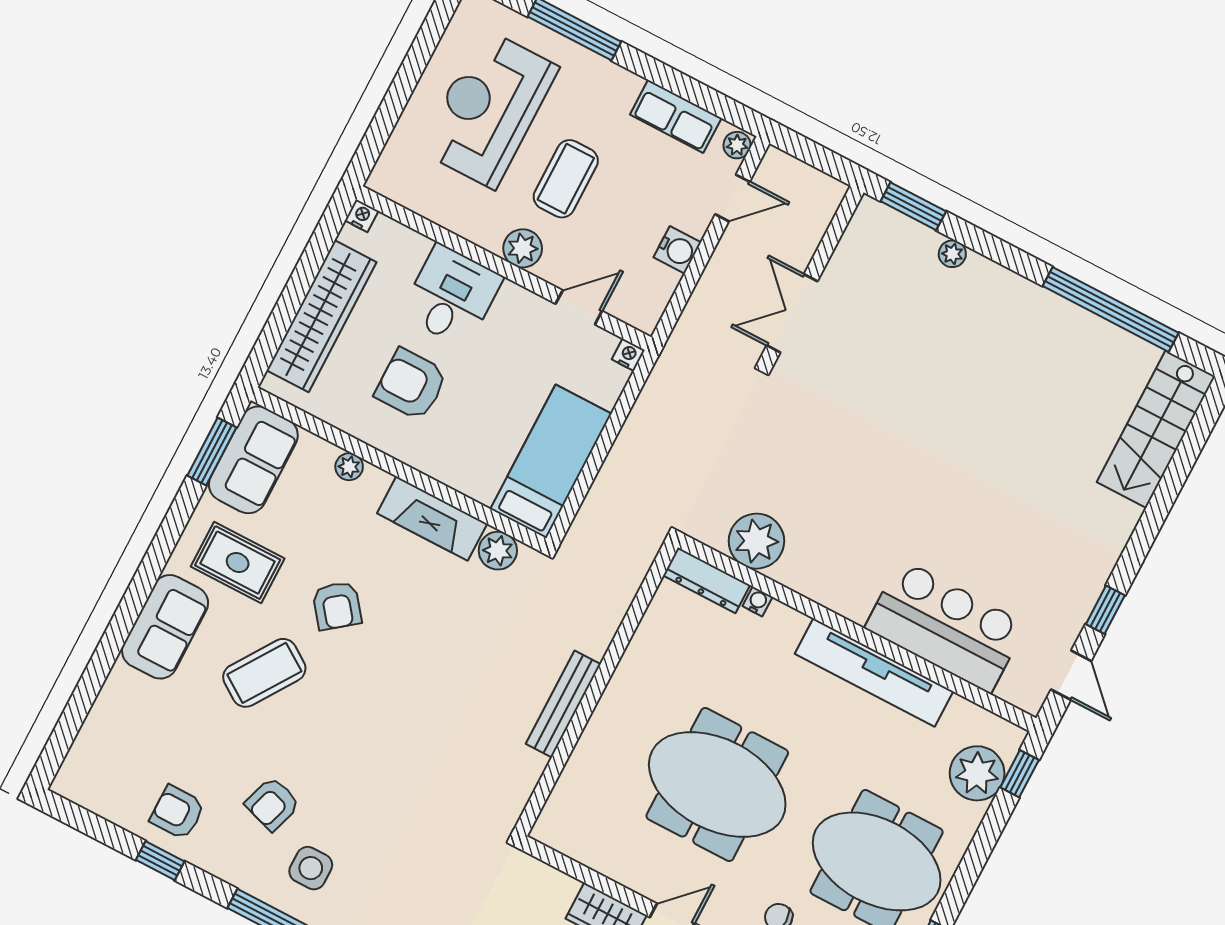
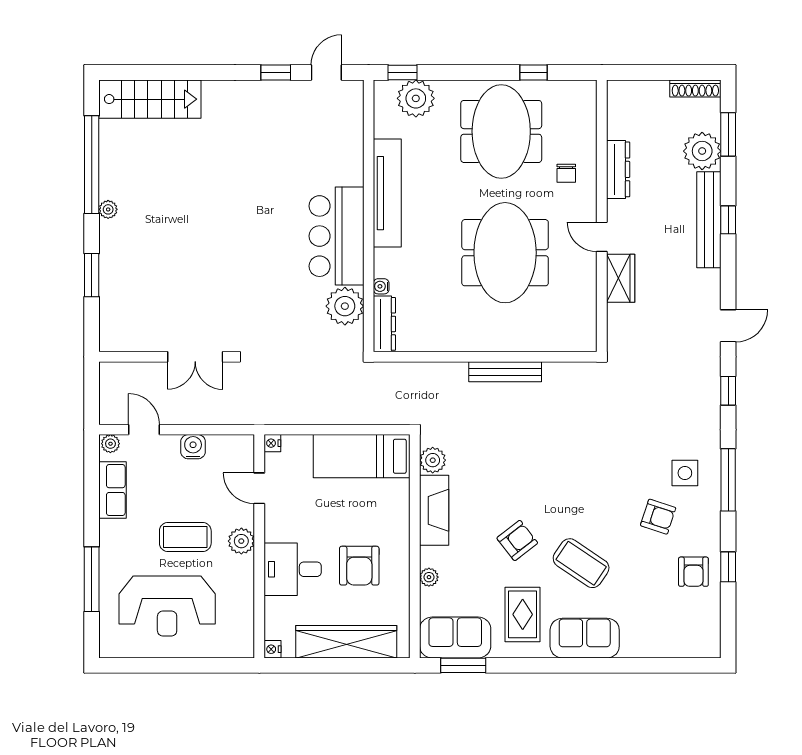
window: (913, 206) -> (92, 275), moved
plant: (952, 254) -> (108, 209), moved
bar counter: (946, 626) -> (336, 236), moved

